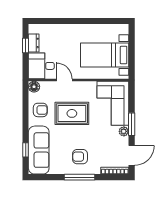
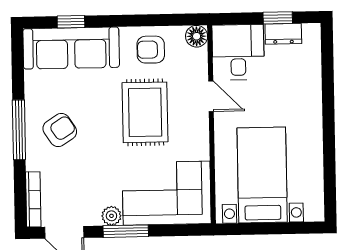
door: (64, 80) -> (211, 96), hinge flipped
armchair: (40, 110) -> (151, 50), turned 90
armchair: (80, 157) -> (60, 130), turned 57

